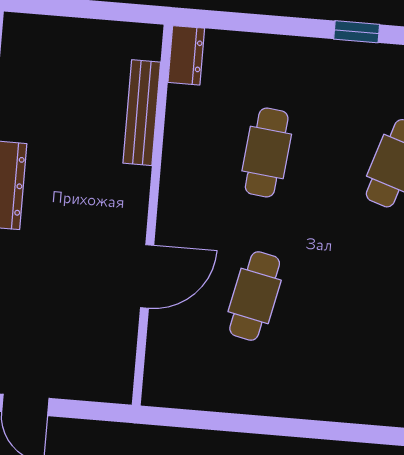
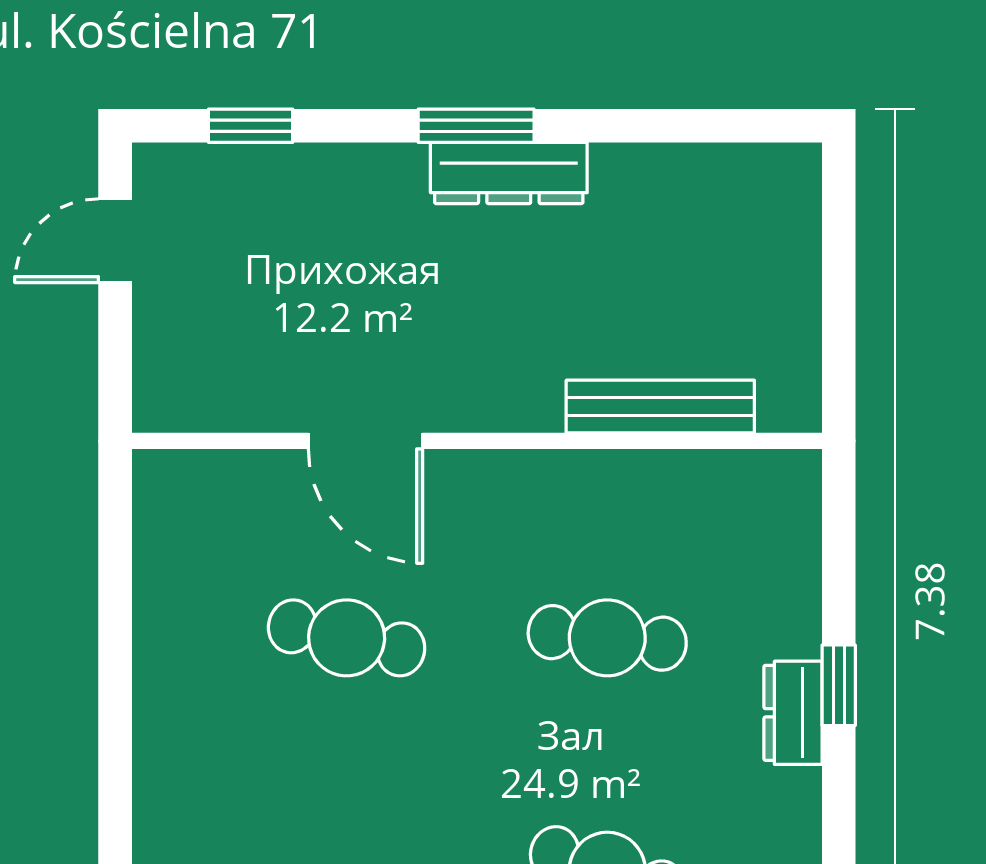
window: (357, 32) -> (839, 685), moved
dresser: (186, 55) -> (793, 713), moved, turned 90

